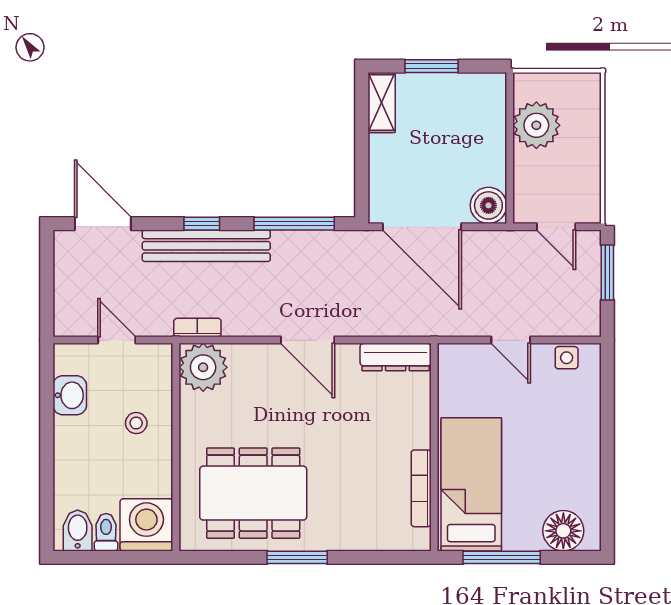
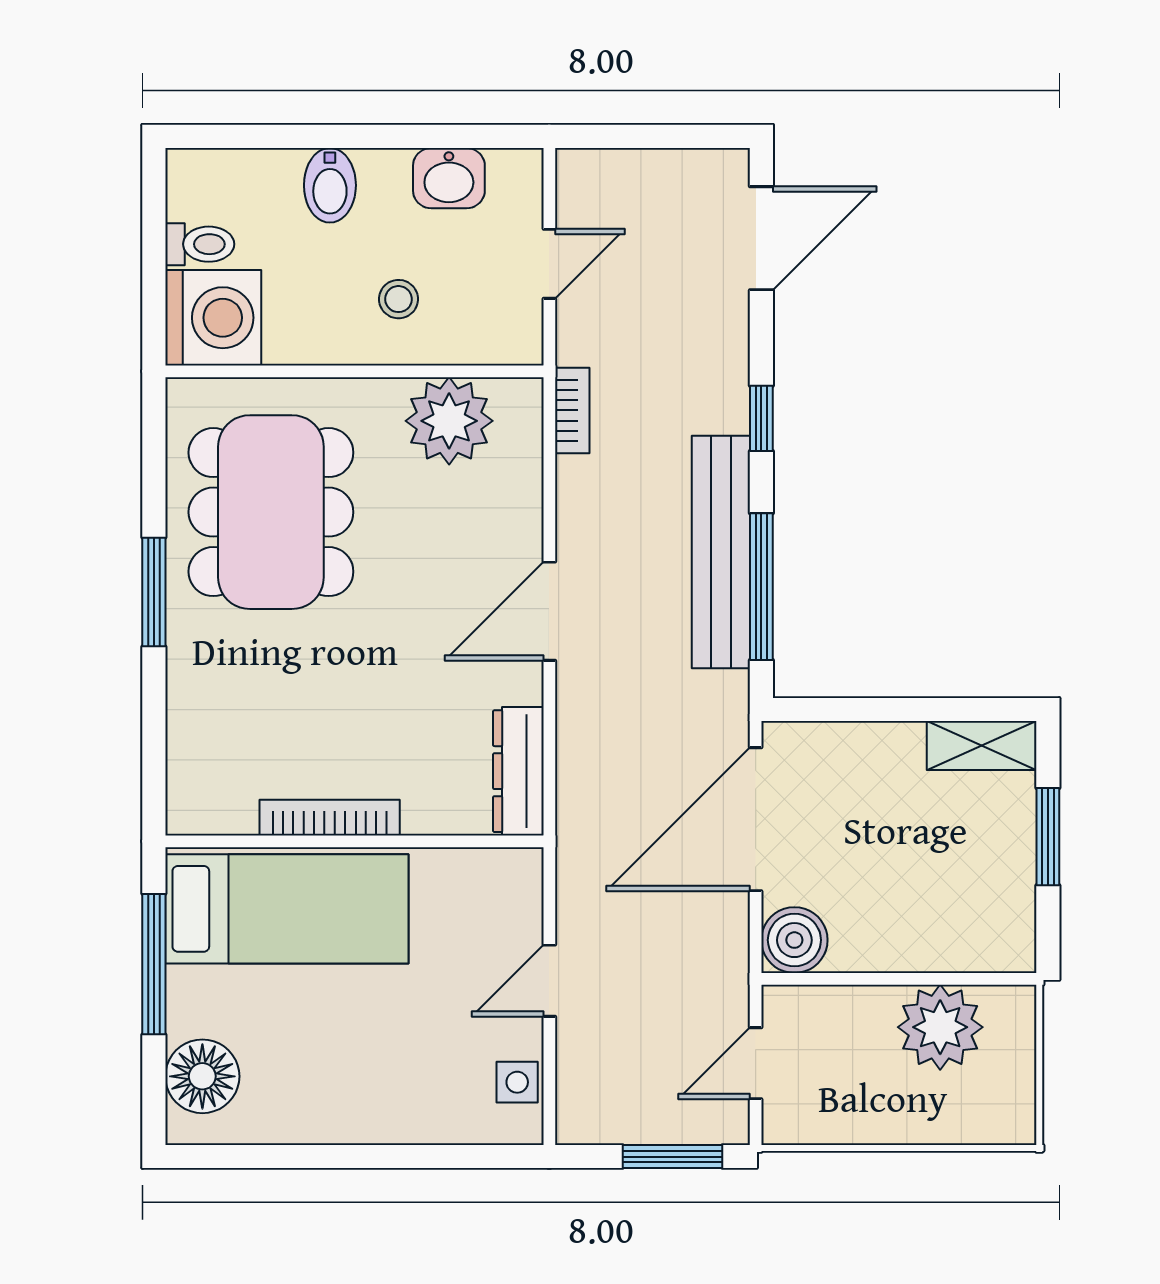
bench: (206, 246) -> (721, 552), moved
plant: (203, 367) -> (449, 421), moved
bookcase: (421, 488) -> (330, 818), moved
bidet: (78, 531) -> (330, 185), moved, turned 90

